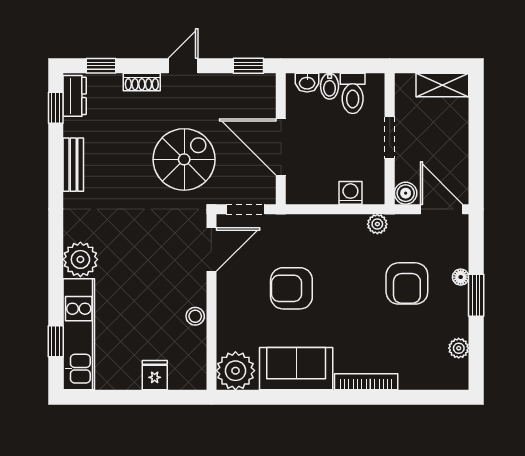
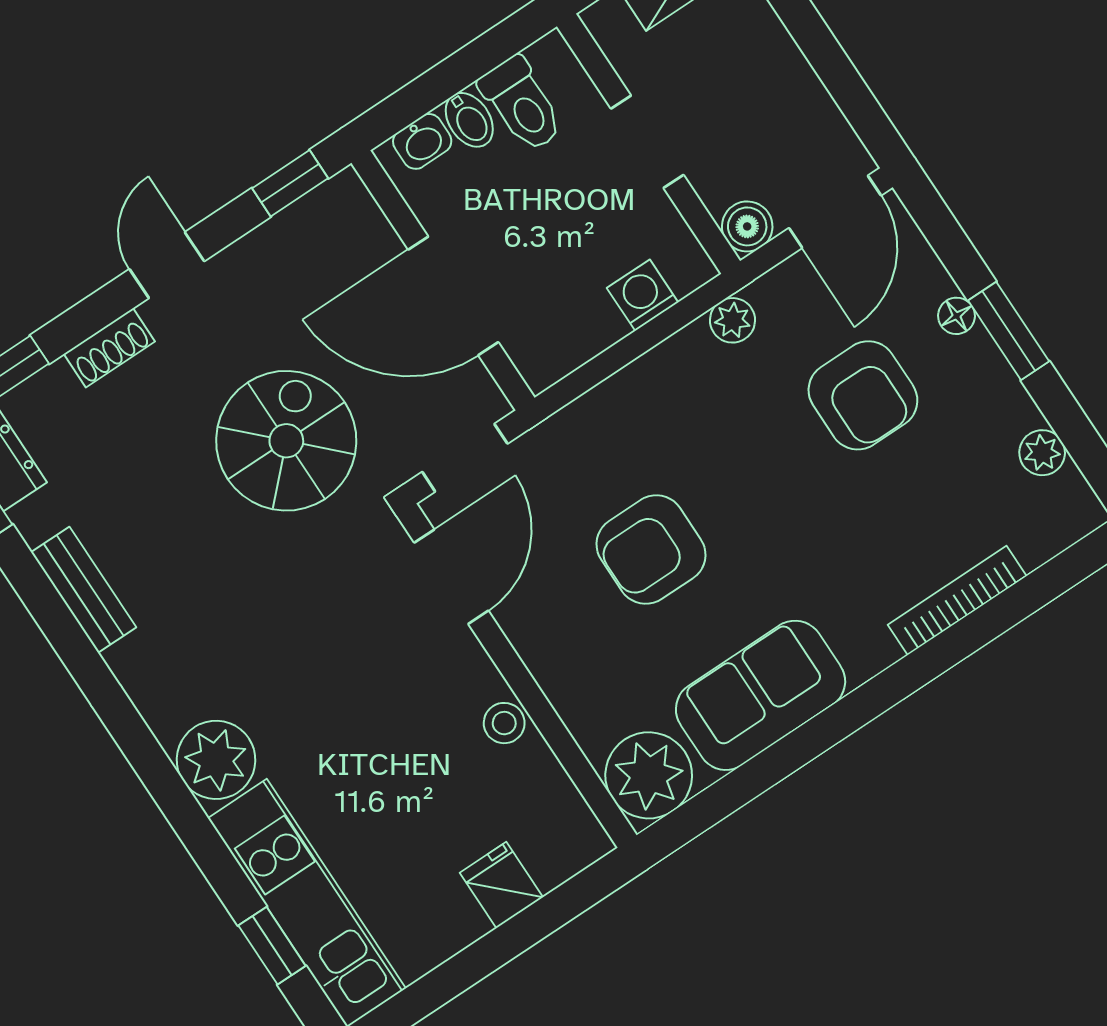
door: (441, 209) -> (835, 212), swing flipped
bookcase: (366, 382) -> (957, 600), moved

